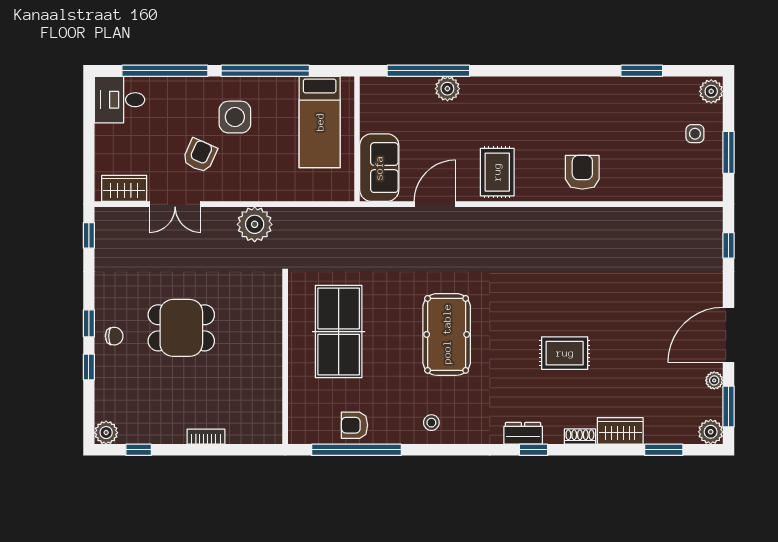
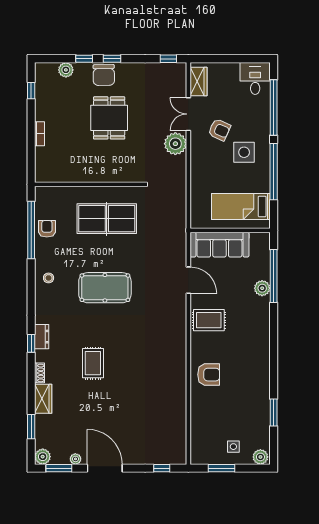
sofa: (379, 168) -> (219, 245), width x1.36
plant: (255, 224) -> (175, 144), moved
chair: (114, 336) -> (104, 75), width x1.87, depth x1.87
plant: (106, 433) -> (66, 70), moved

